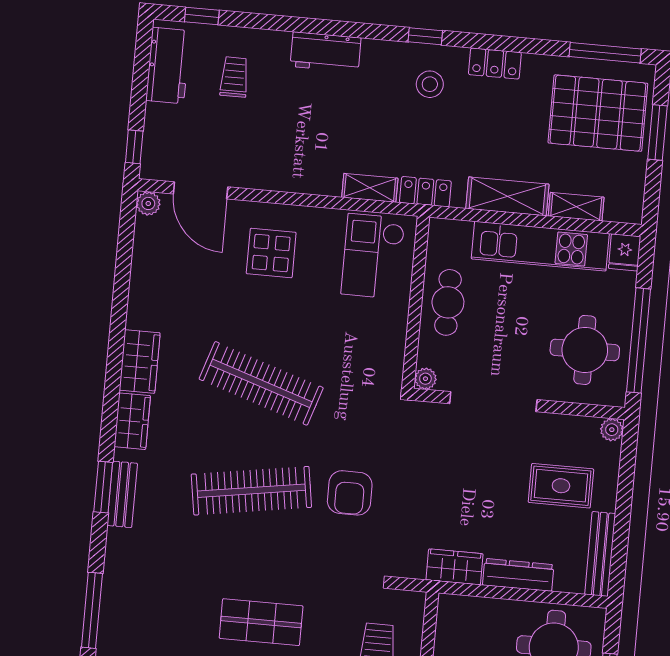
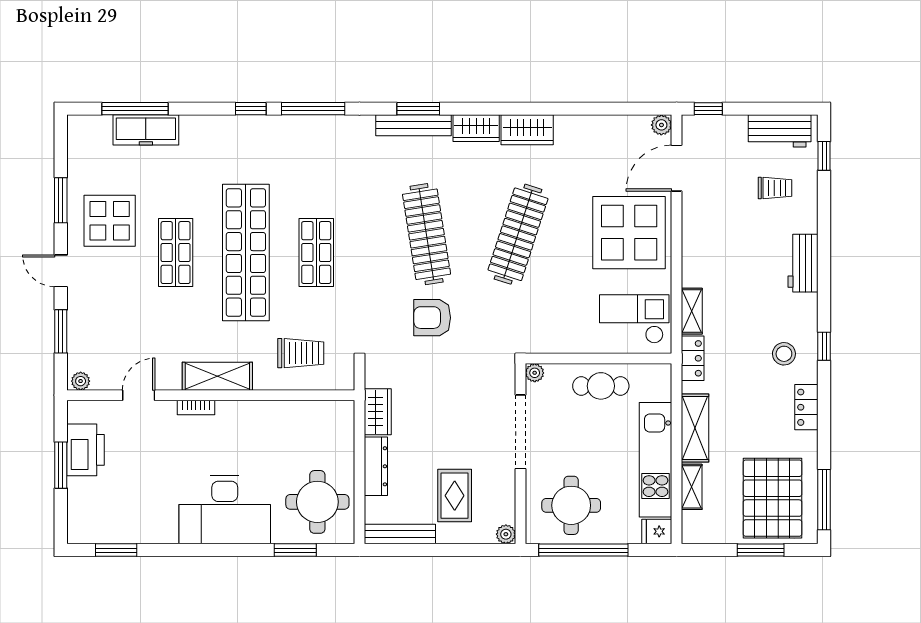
display table: (271, 253) -> (629, 233), width x1.86, depth x1.86
bench: (122, 494) -> (414, 125), width x1.36

